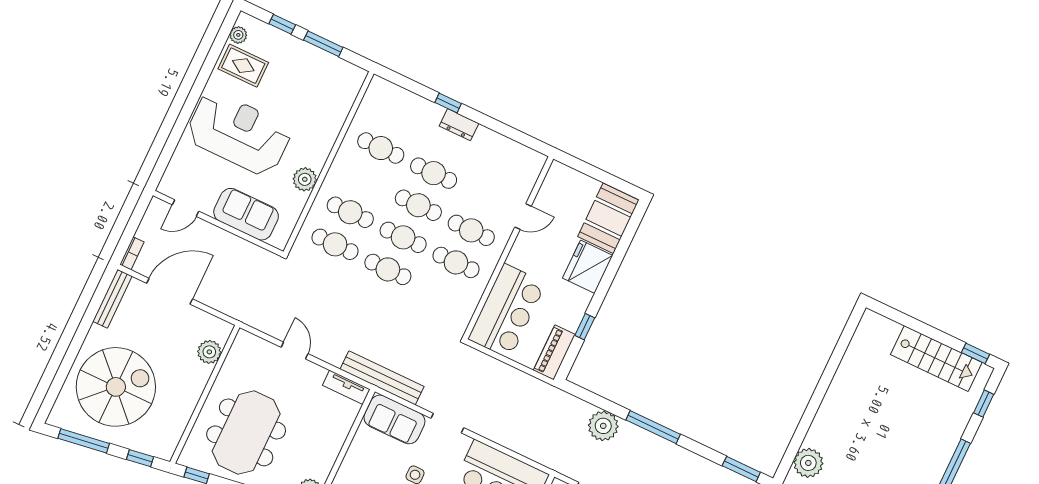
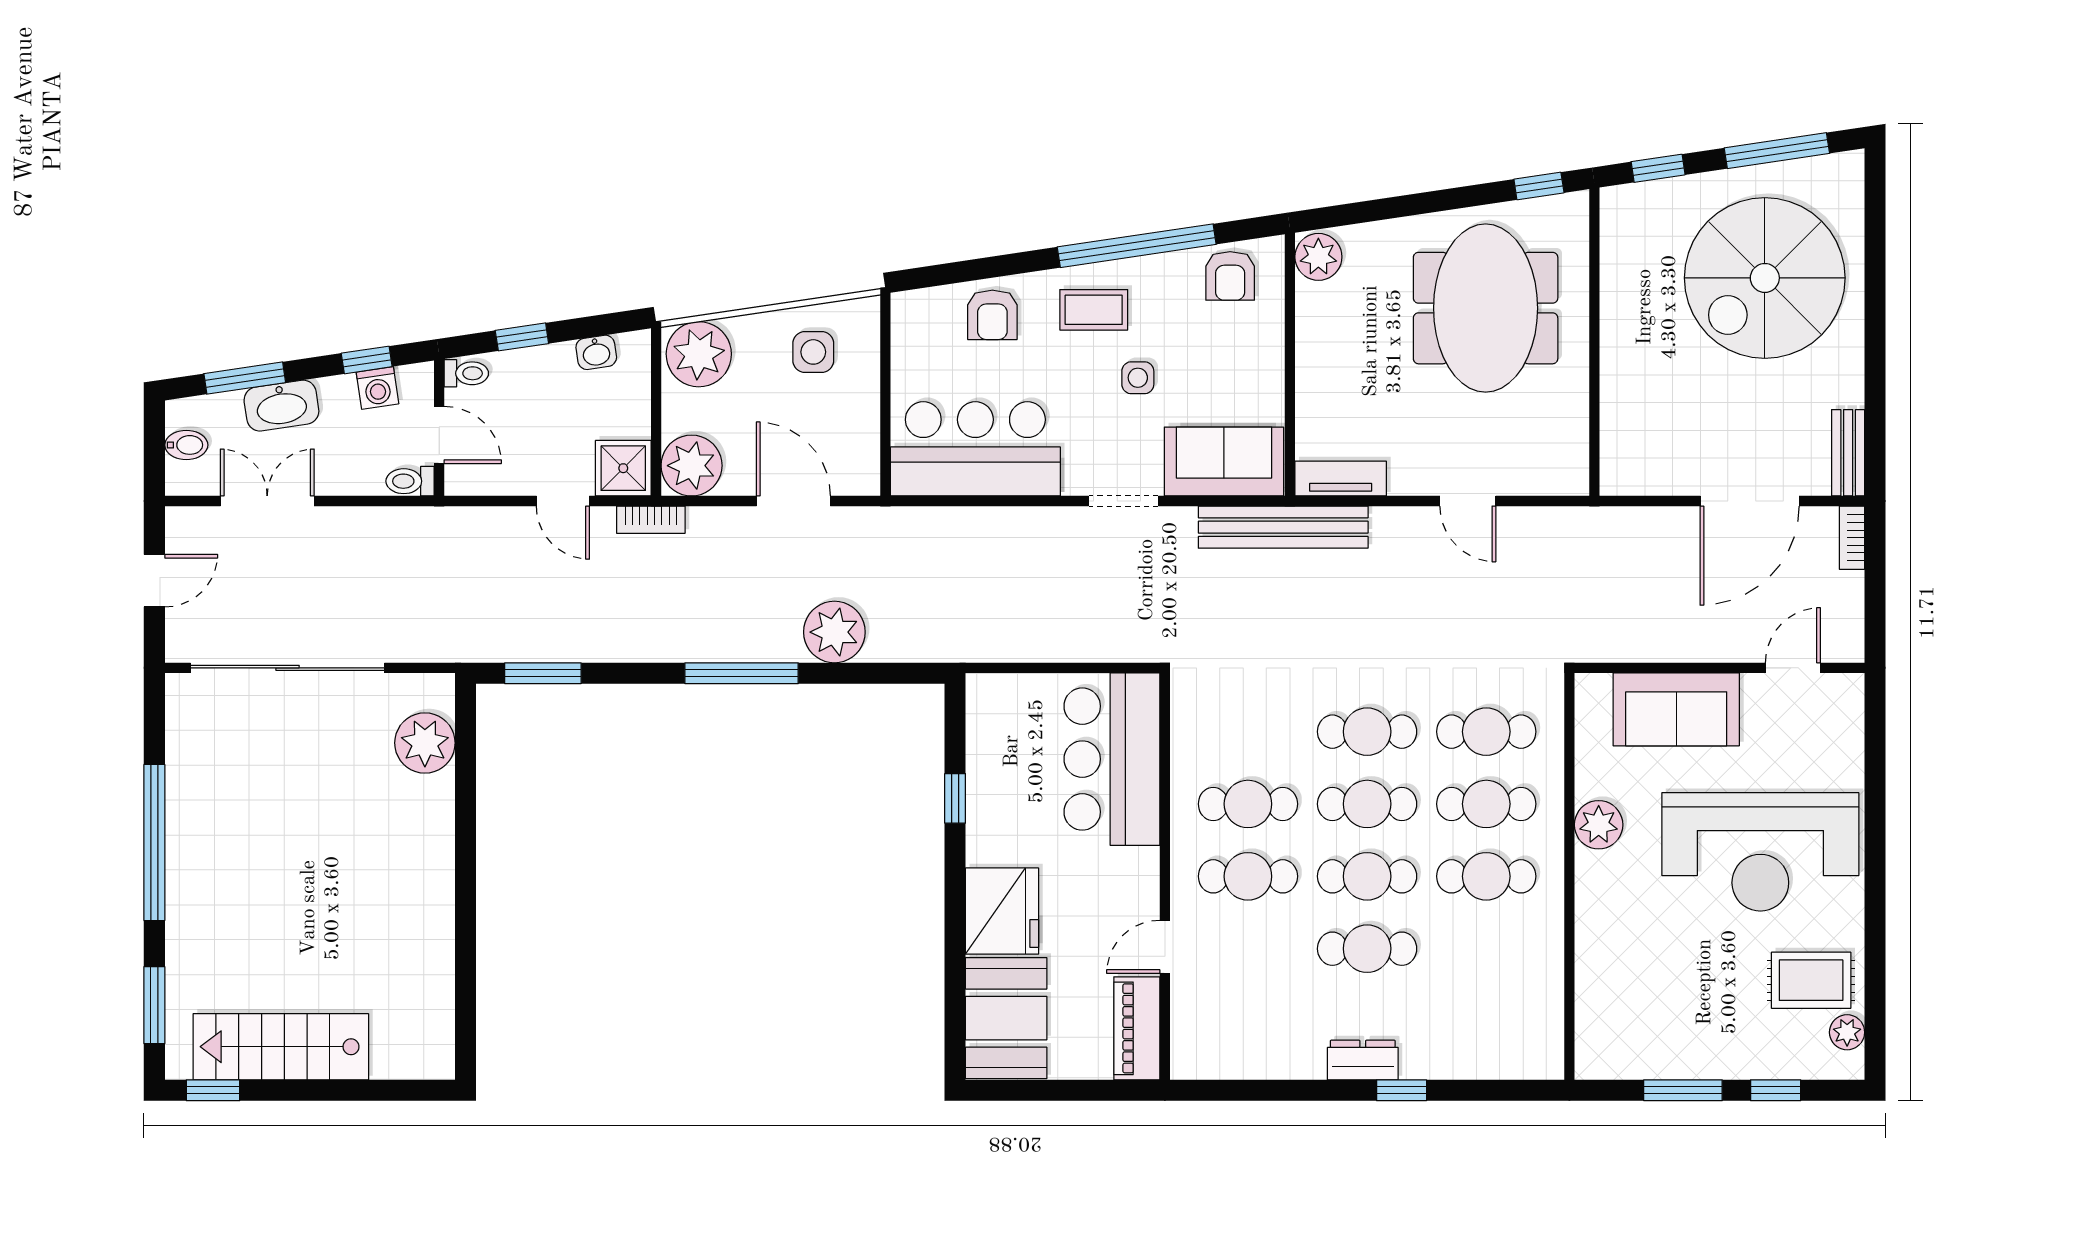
cafe table: (381, 148) -> (1486, 876), moved
bench: (112, 299) -> (1848, 453), width x0.73
plant: (209, 352) -> (1623, 424), removed
piano: (554, 352) -> (1137, 1028), moved, turned 180
window: (984, 404) -> (154, 1005), width x1.50

